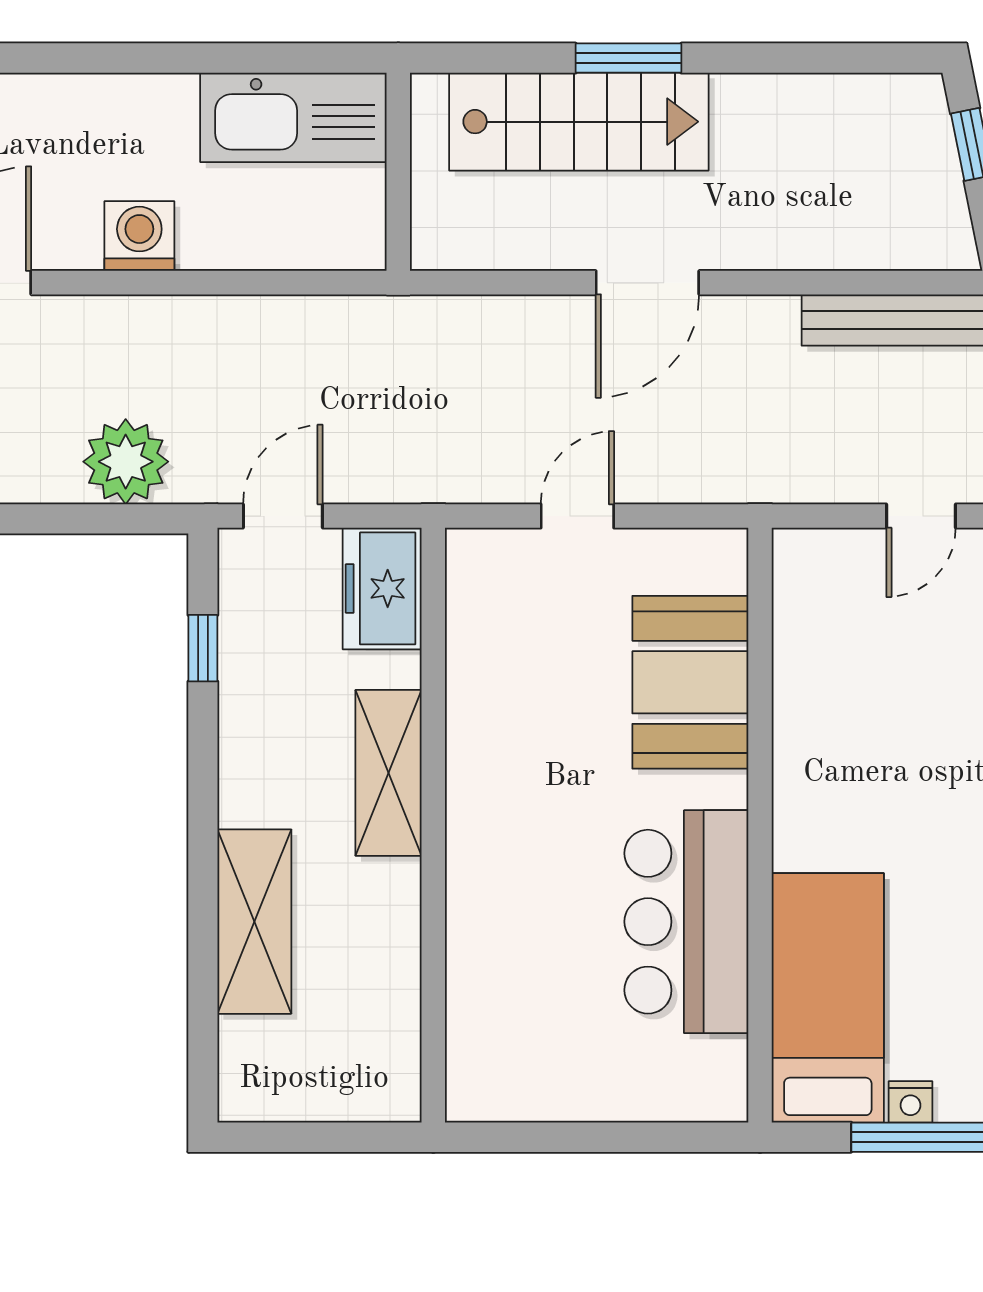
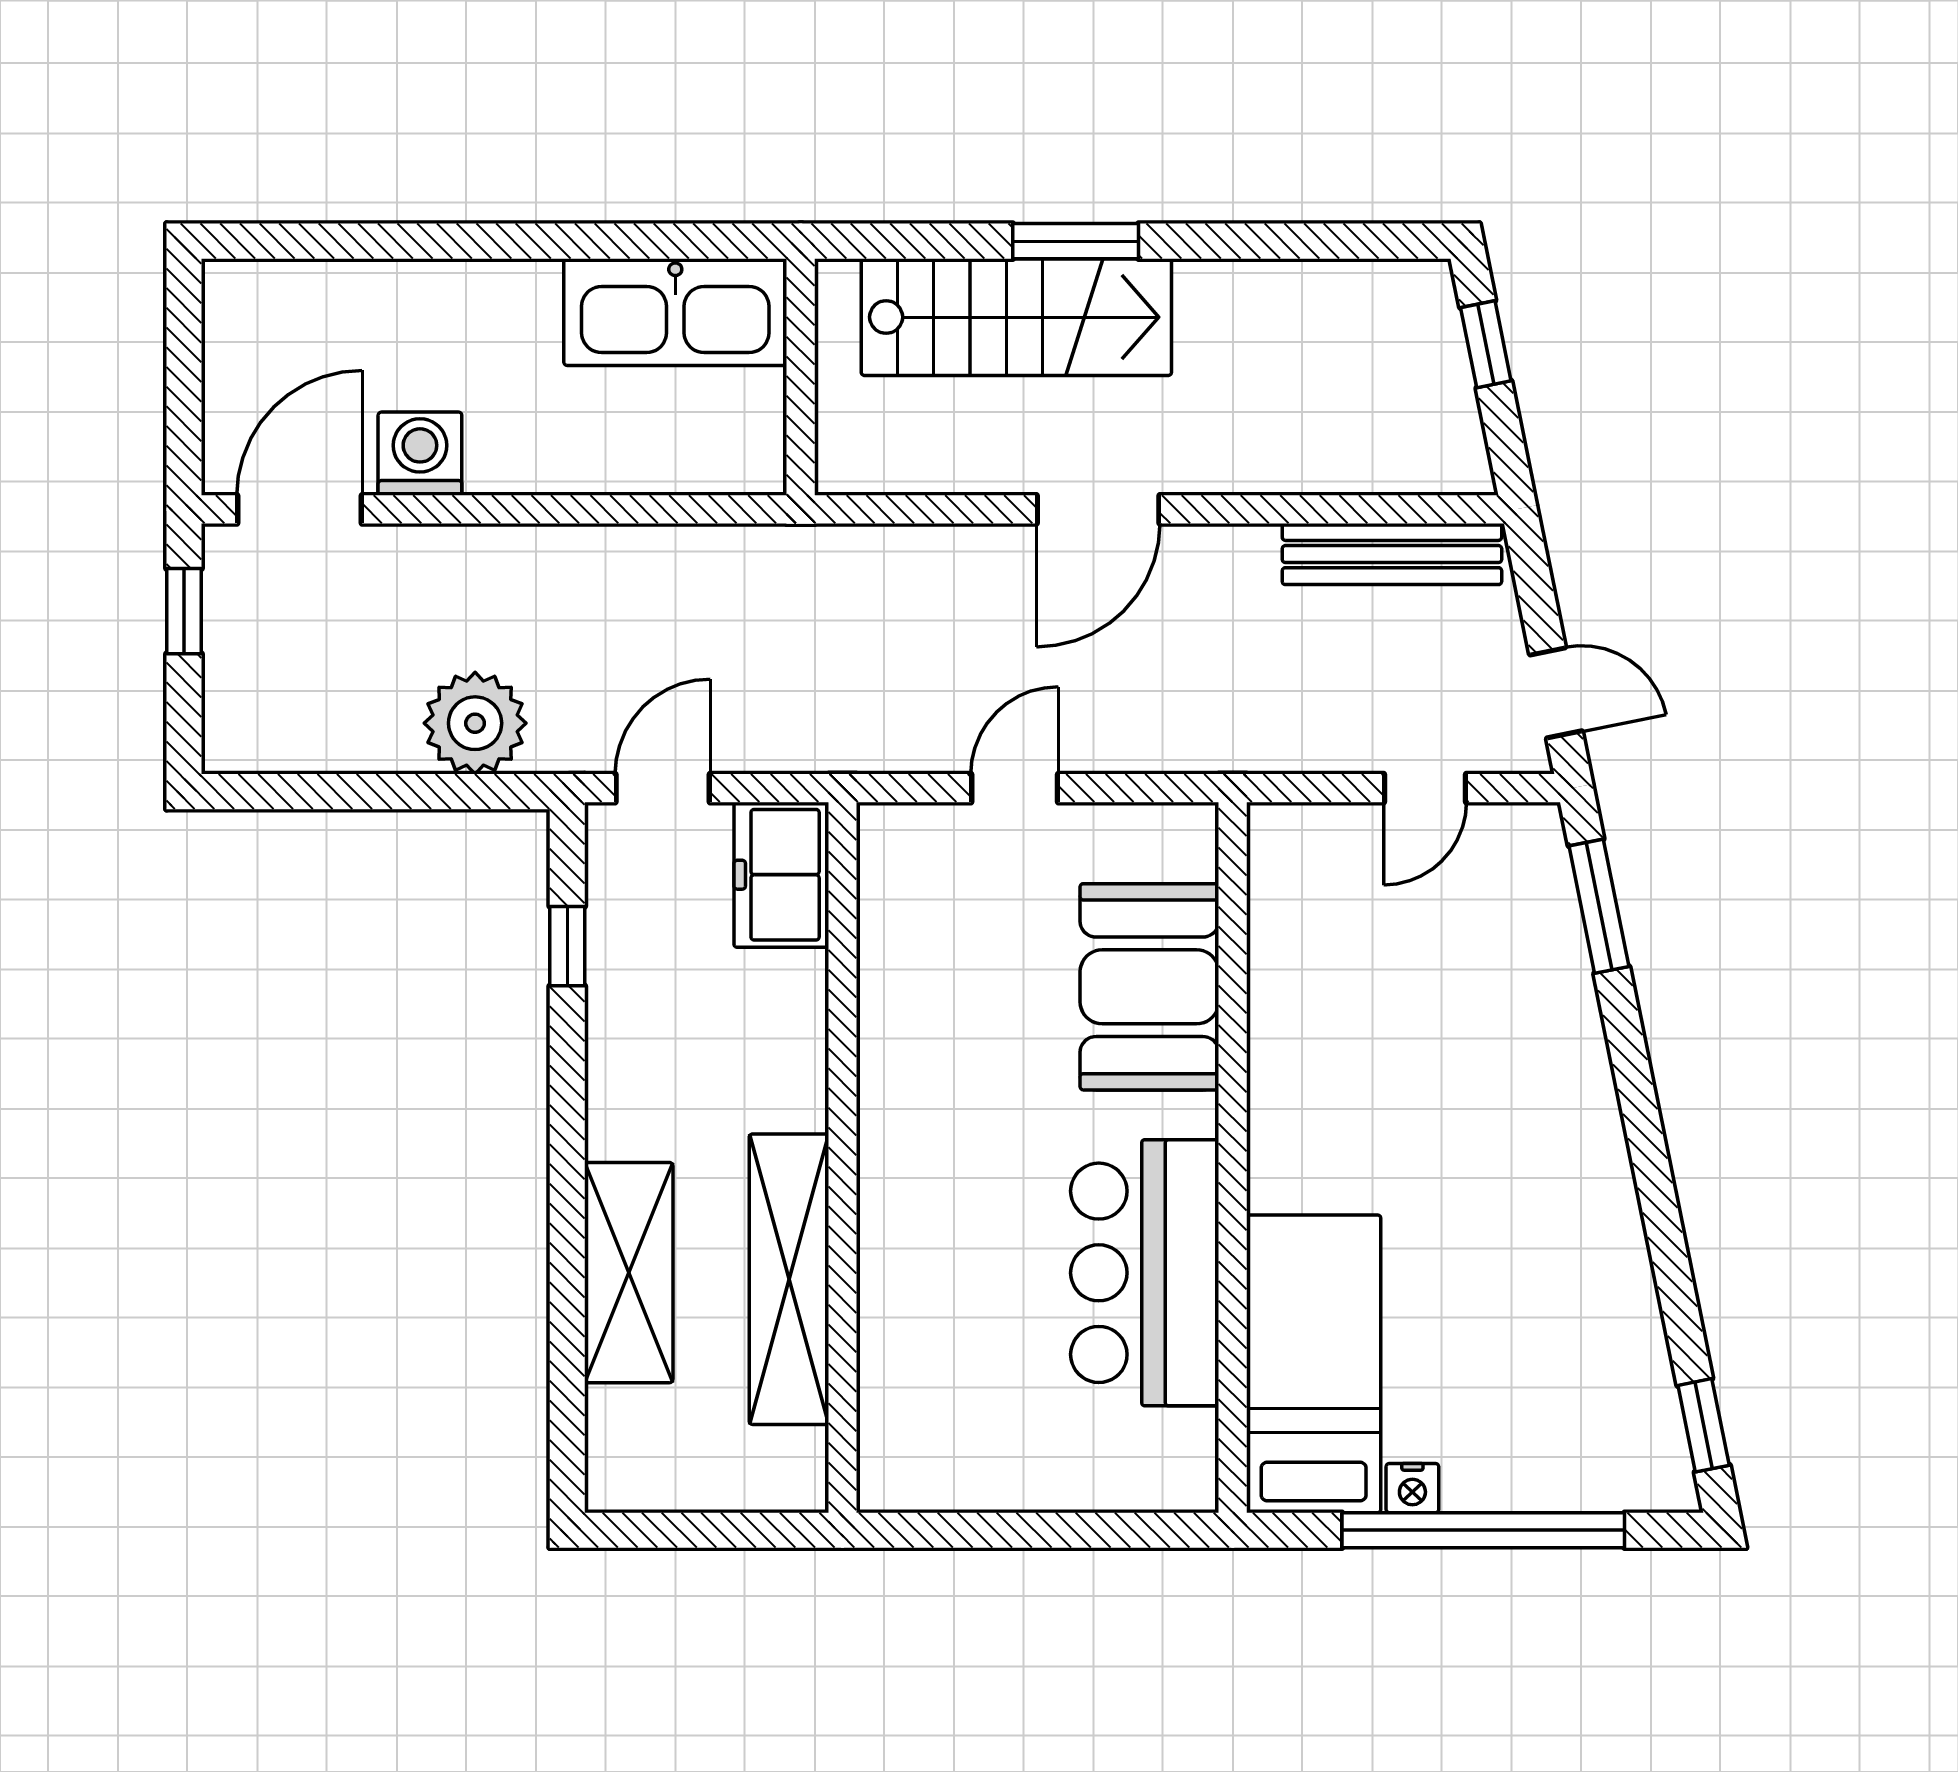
washing machine: (139, 236) -> (420, 454), moved
shelving: (388, 773) -> (789, 1279), moved, width x1.47

